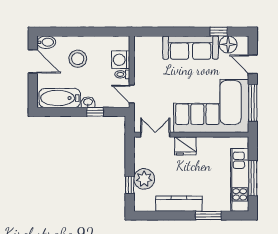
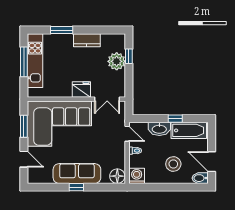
window: (219, 32) -> (76, 187), moved
floor lamp: (228, 44) -> (117, 176), moved
washing machine: (121, 60) -> (137, 176), moved, turned -90
washbasin: (88, 102) -> (159, 129), width x1.91, depth x1.45
window: (253, 103) -> (24, 126), width x0.69
window: (95, 112) -> (175, 119), moved
kitchen counter: (179, 204) -> (87, 40), width x0.67

